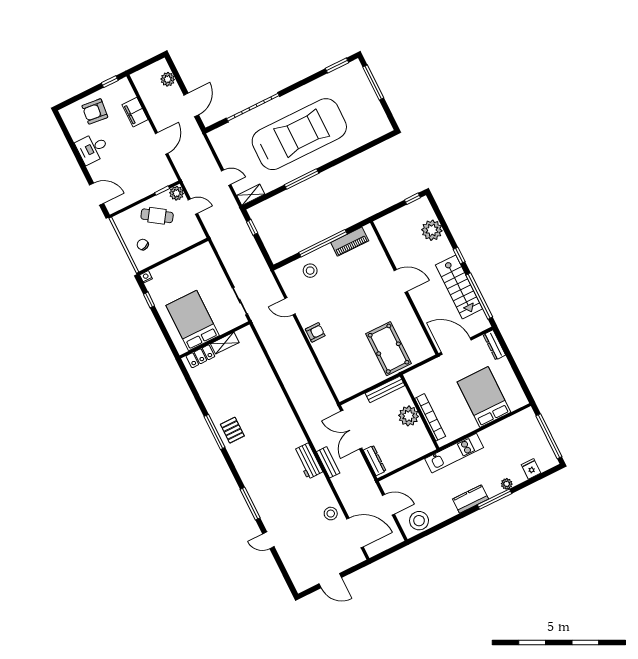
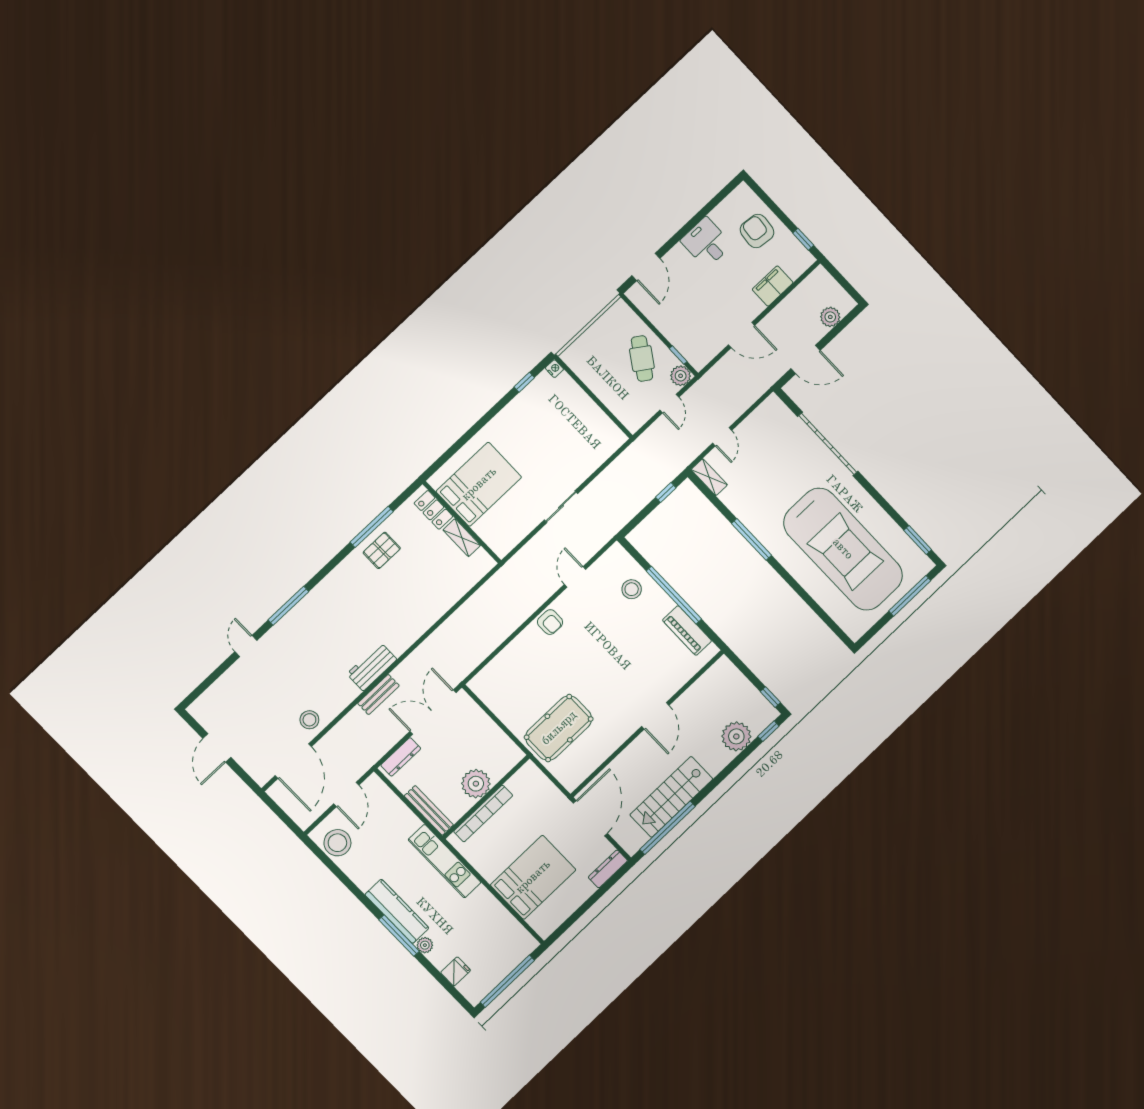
car: (299, 134) -> (843, 549), moved
chair: (143, 245) -> (597, 351), removed
window: (459, 255) -> (768, 731), moved
bed: (193, 321) -> (479, 484), moved
wall: (215, 340) -> (462, 522), moved
shelving: (225, 343) -> (462, 538), moved
locker: (200, 356) -> (433, 510), moved
bench: (385, 389) -> (429, 810), moved
kitchen counter: (471, 499) -> (397, 911), width x1.50

